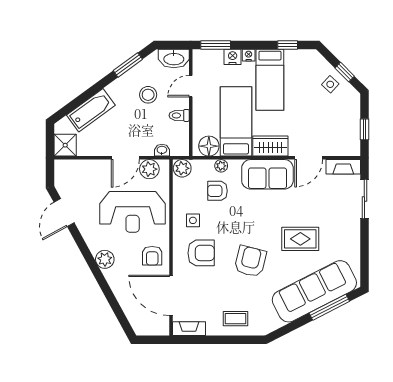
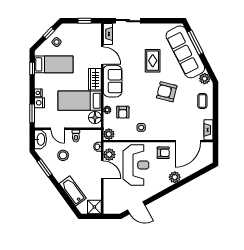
bed: (270, 80) -> (54, 64), moved
armchair: (201, 253) -> (161, 122), removed
plant: (105, 259) -> (175, 177), moved
plant: (271, 322) -> (205, 79), added

